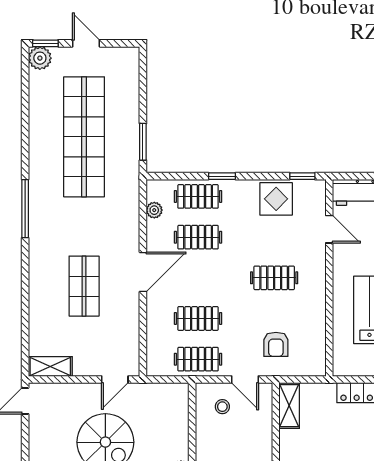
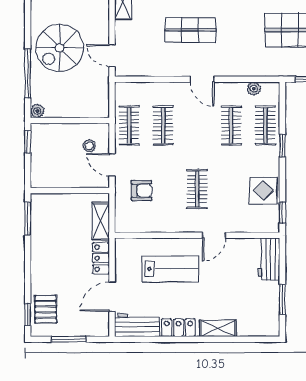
door: (329, 229) -> (214, 235), moved
door: (143, 272) -> (202, 79), width x0.73
armchair: (276, 344) -> (141, 191), turned 180
door: (245, 380) -> (112, 165), hinge flipped
shelving: (289, 406) -> (101, 221), moved, turned 90

